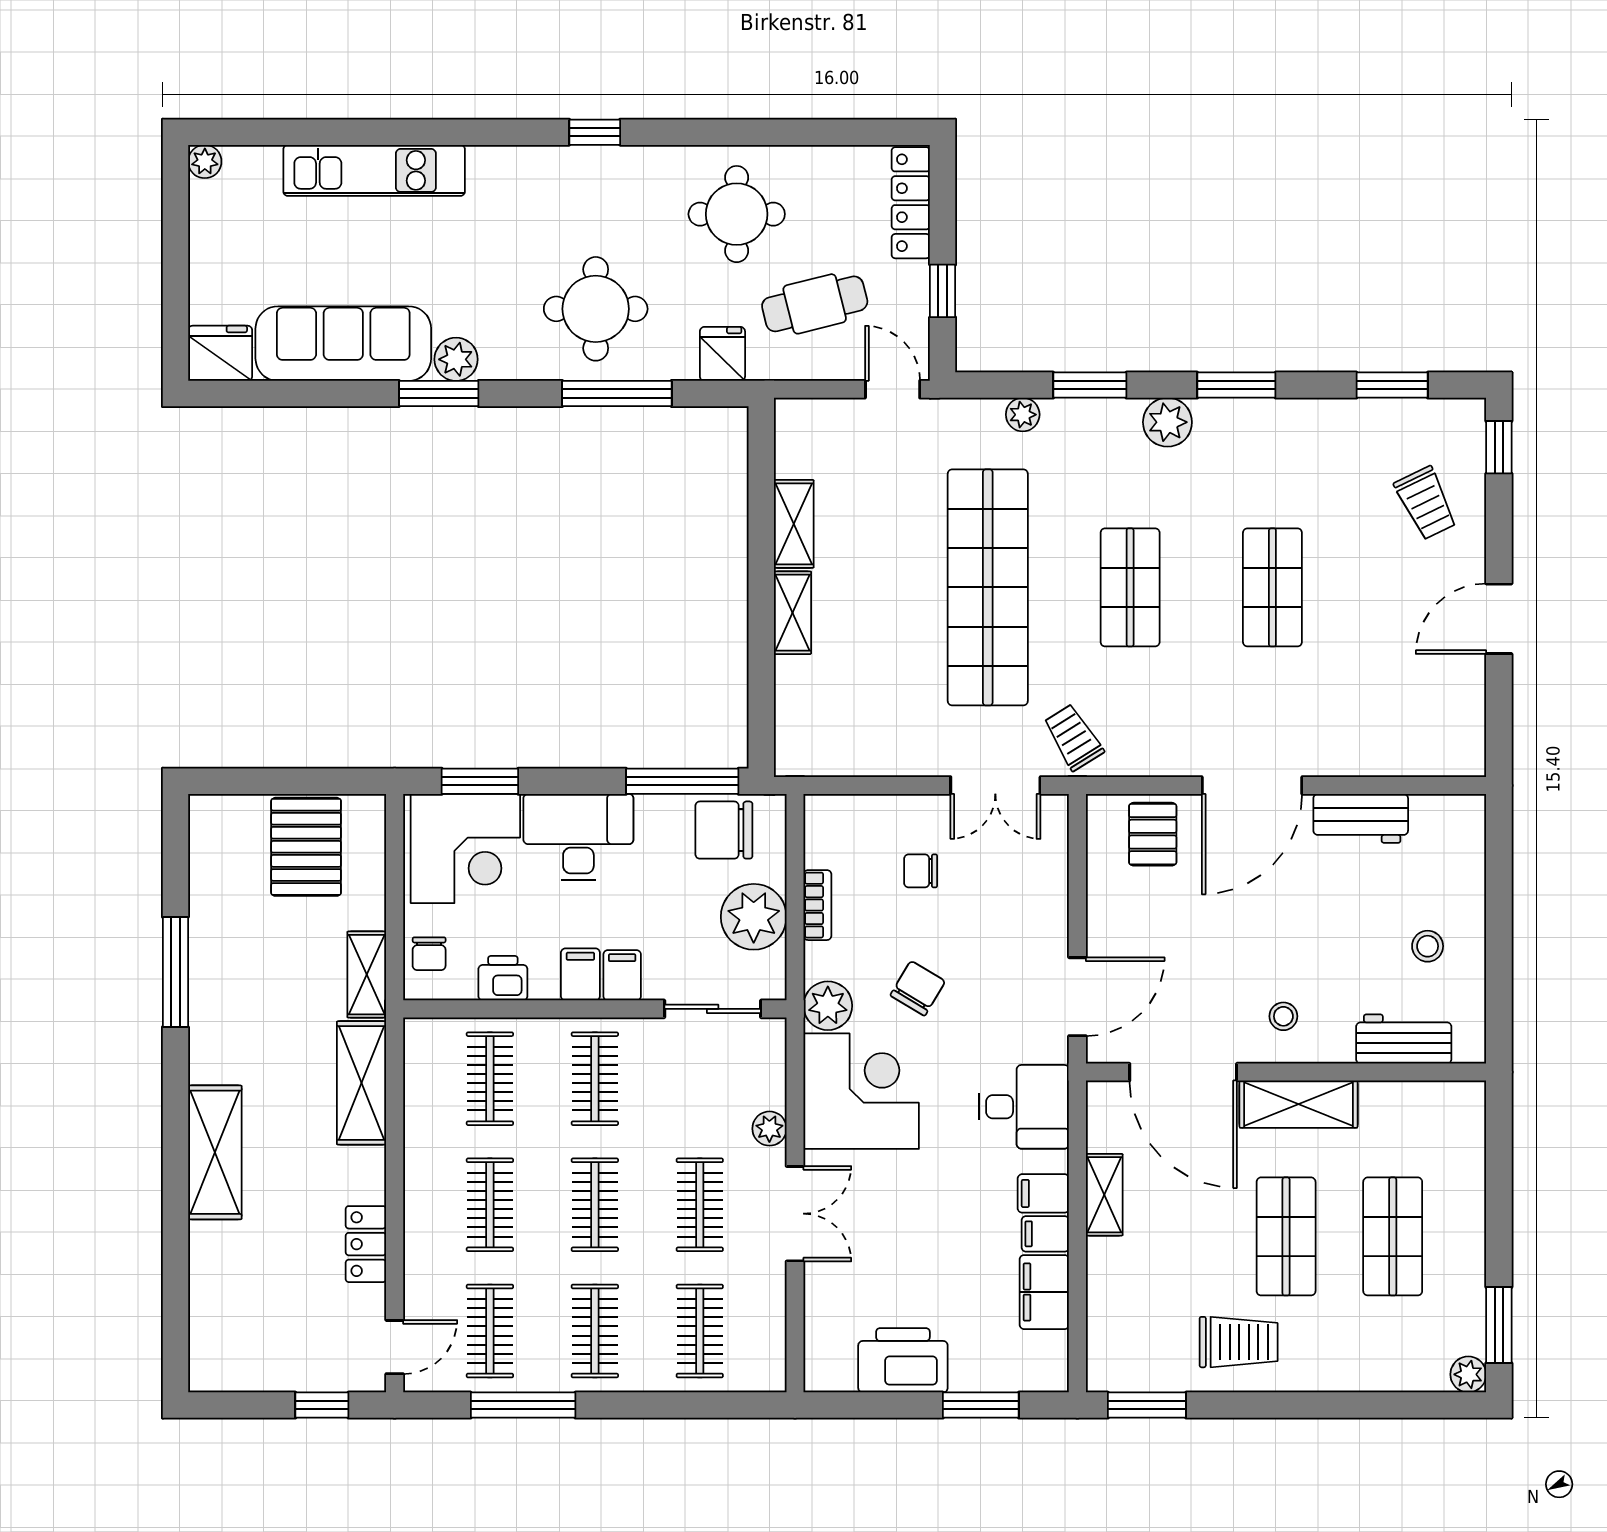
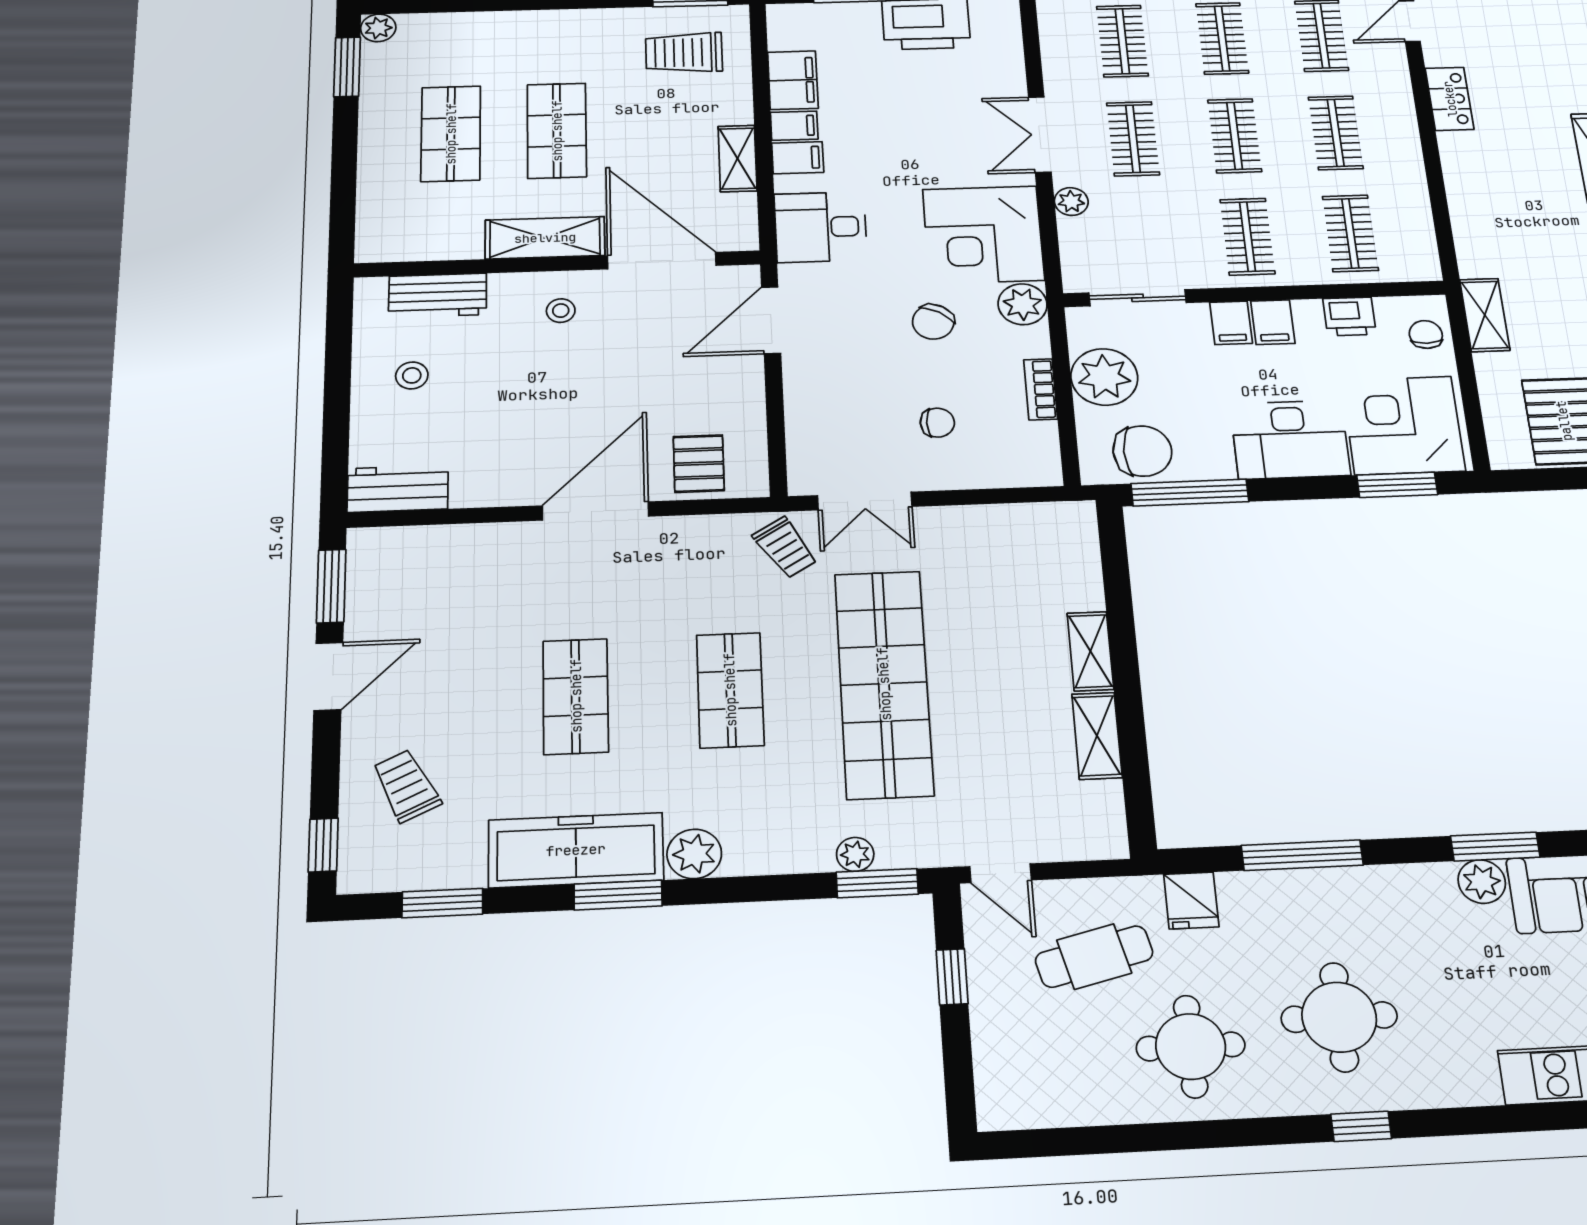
locker: (911, 203) -> (995, 1068), removed
round table: (596, 309) -> (1339, 1017), moved
window: (1090, 385) -> (877, 883), moved
freezer: (1273, 431) -> (576, 850), added
window: (1499, 715) -> (331, 586), added
double door: (995, 785) -> (865, 501), swing flipped
workbench: (1361, 818) -> (398, 489), moved
shelving: (361, 1083) -> (1475, 226), removed
trolley: (1239, 1342) -> (684, 53), moved

